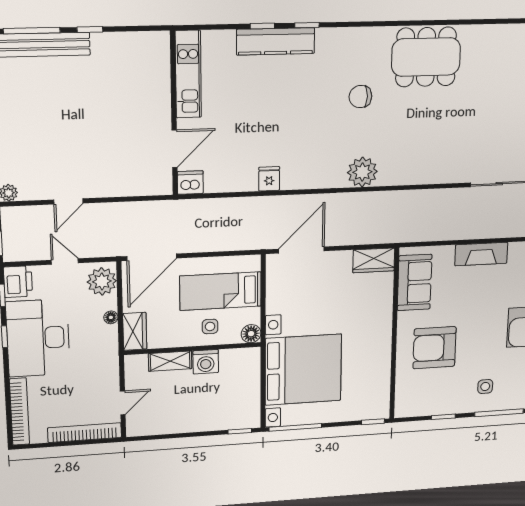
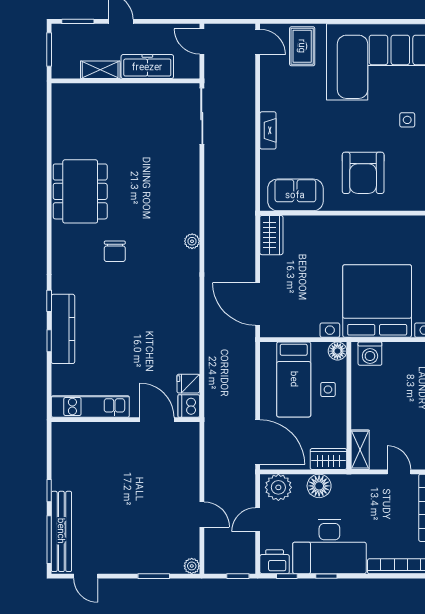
plant: (362, 172) -> (192, 241), width x0.53, depth x0.53
fridge: (269, 179) -> (188, 384), moved
fireplace: (481, 254) -> (268, 130), width x0.73, depth x0.76
floor lamp: (111, 317) -> (319, 486), width x1.89, depth x1.89
shelving: (170, 361) -> (360, 450), moved
washing machine: (206, 362) -> (370, 354), moved, turned 90

